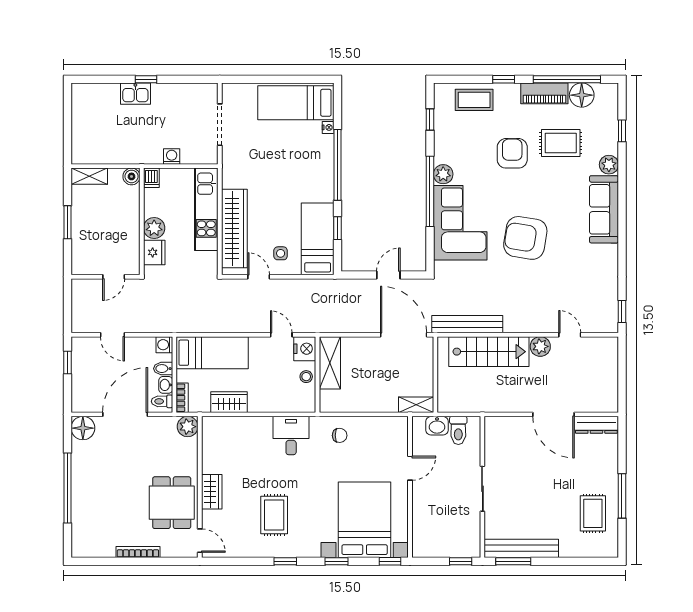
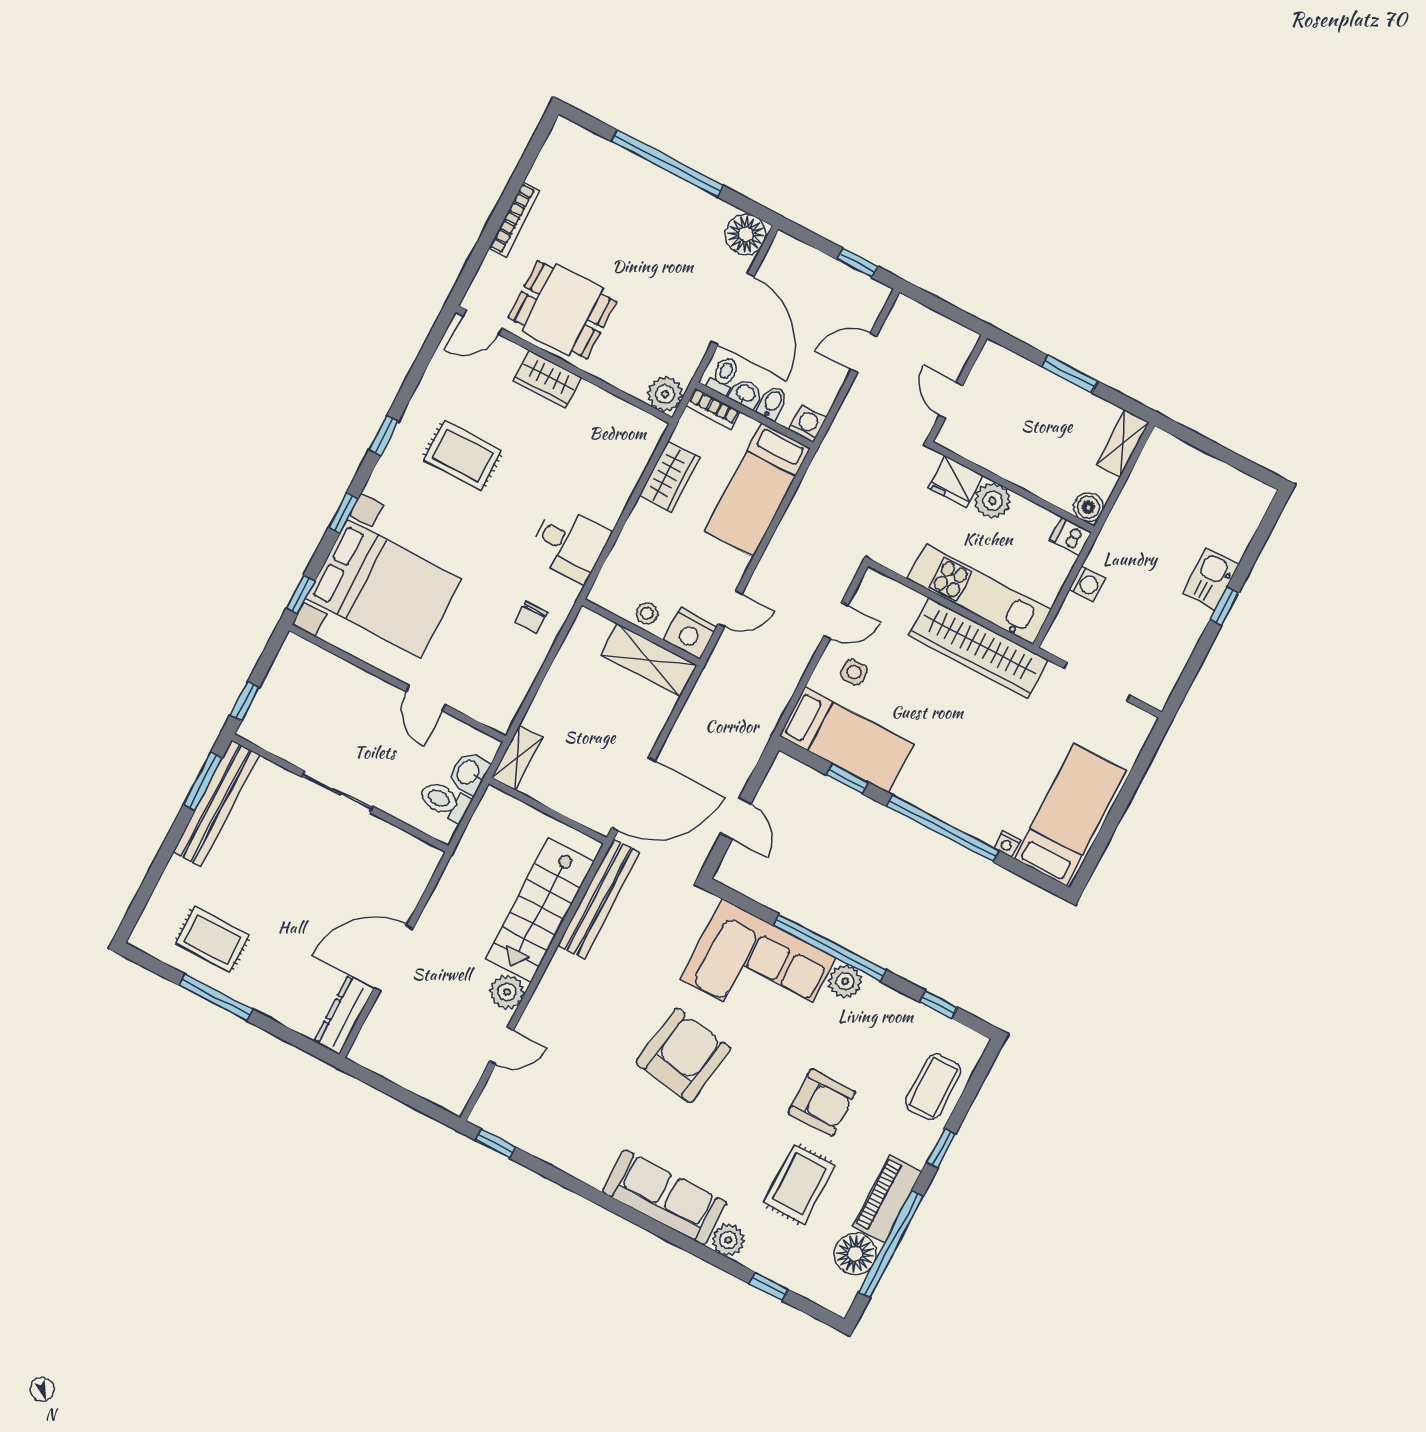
wardrobe: (234, 229) -> (979, 648), moved

